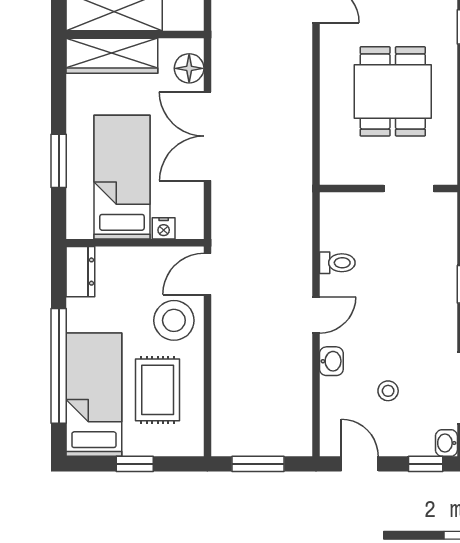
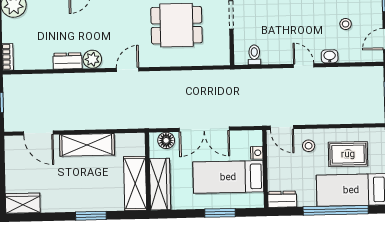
toilet: (337, 263) -> (254, 55), moved
stool: (174, 320) -> (309, 146), width x0.53, depth x0.53

